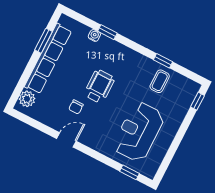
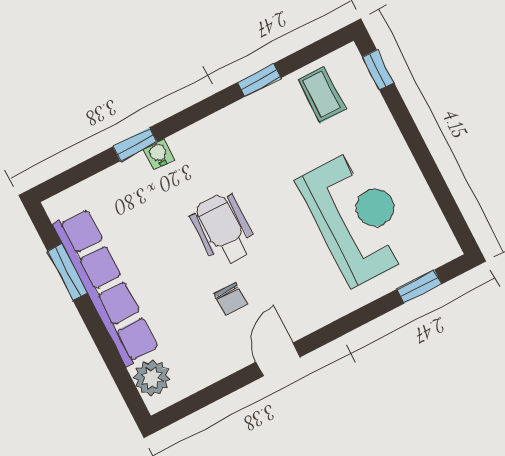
water cooler: (94, 35) -> (159, 154), moved
coffee table: (160, 81) -> (322, 95), moved
reception desk: (139, 132) -> (357, 217), turned 180

